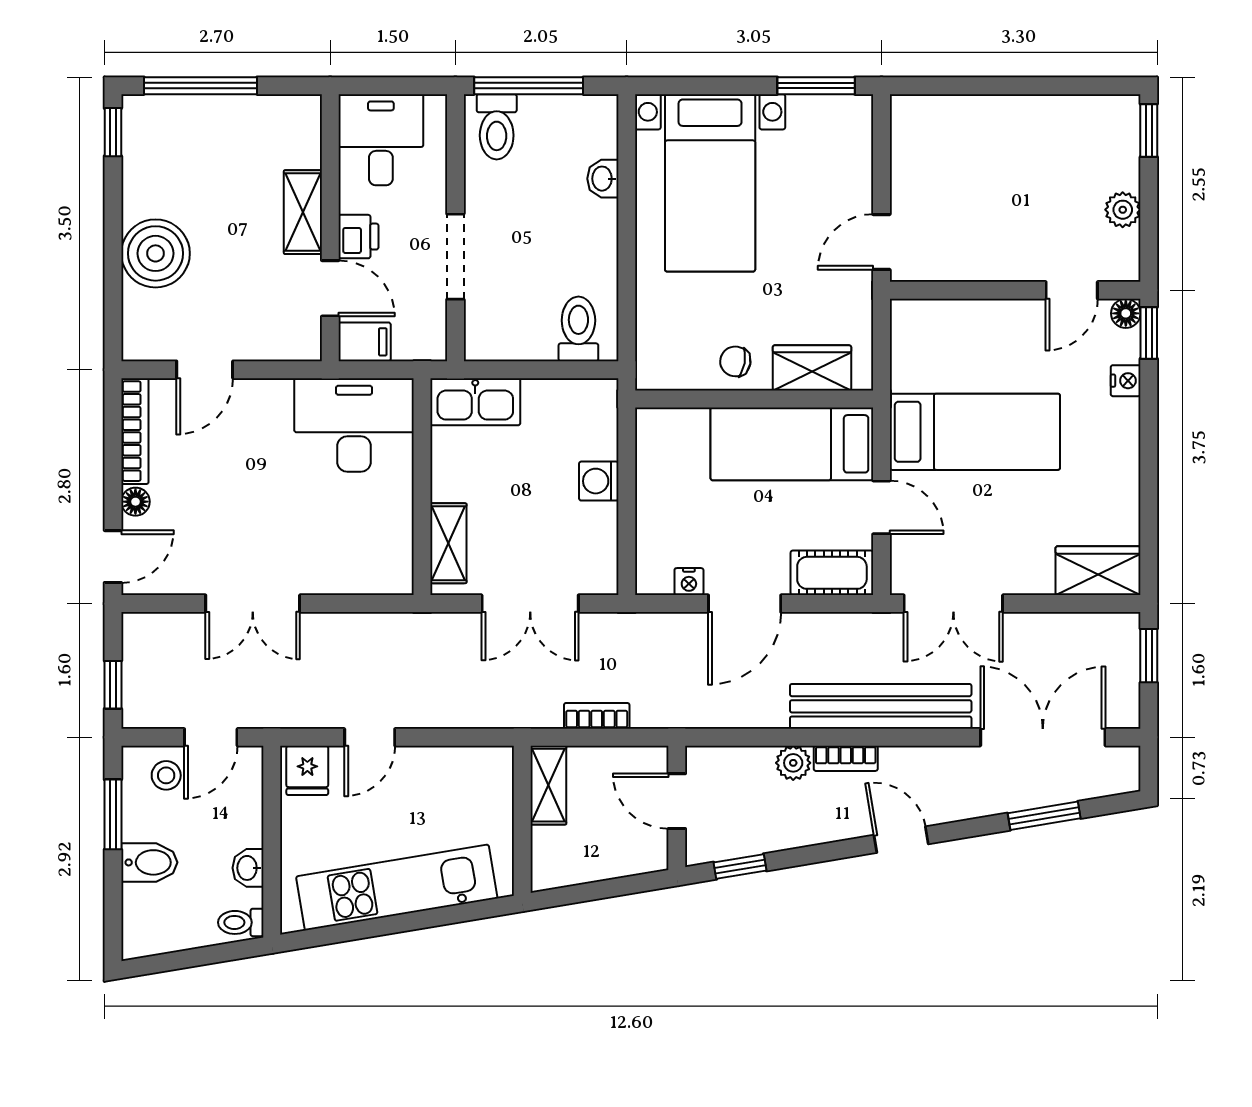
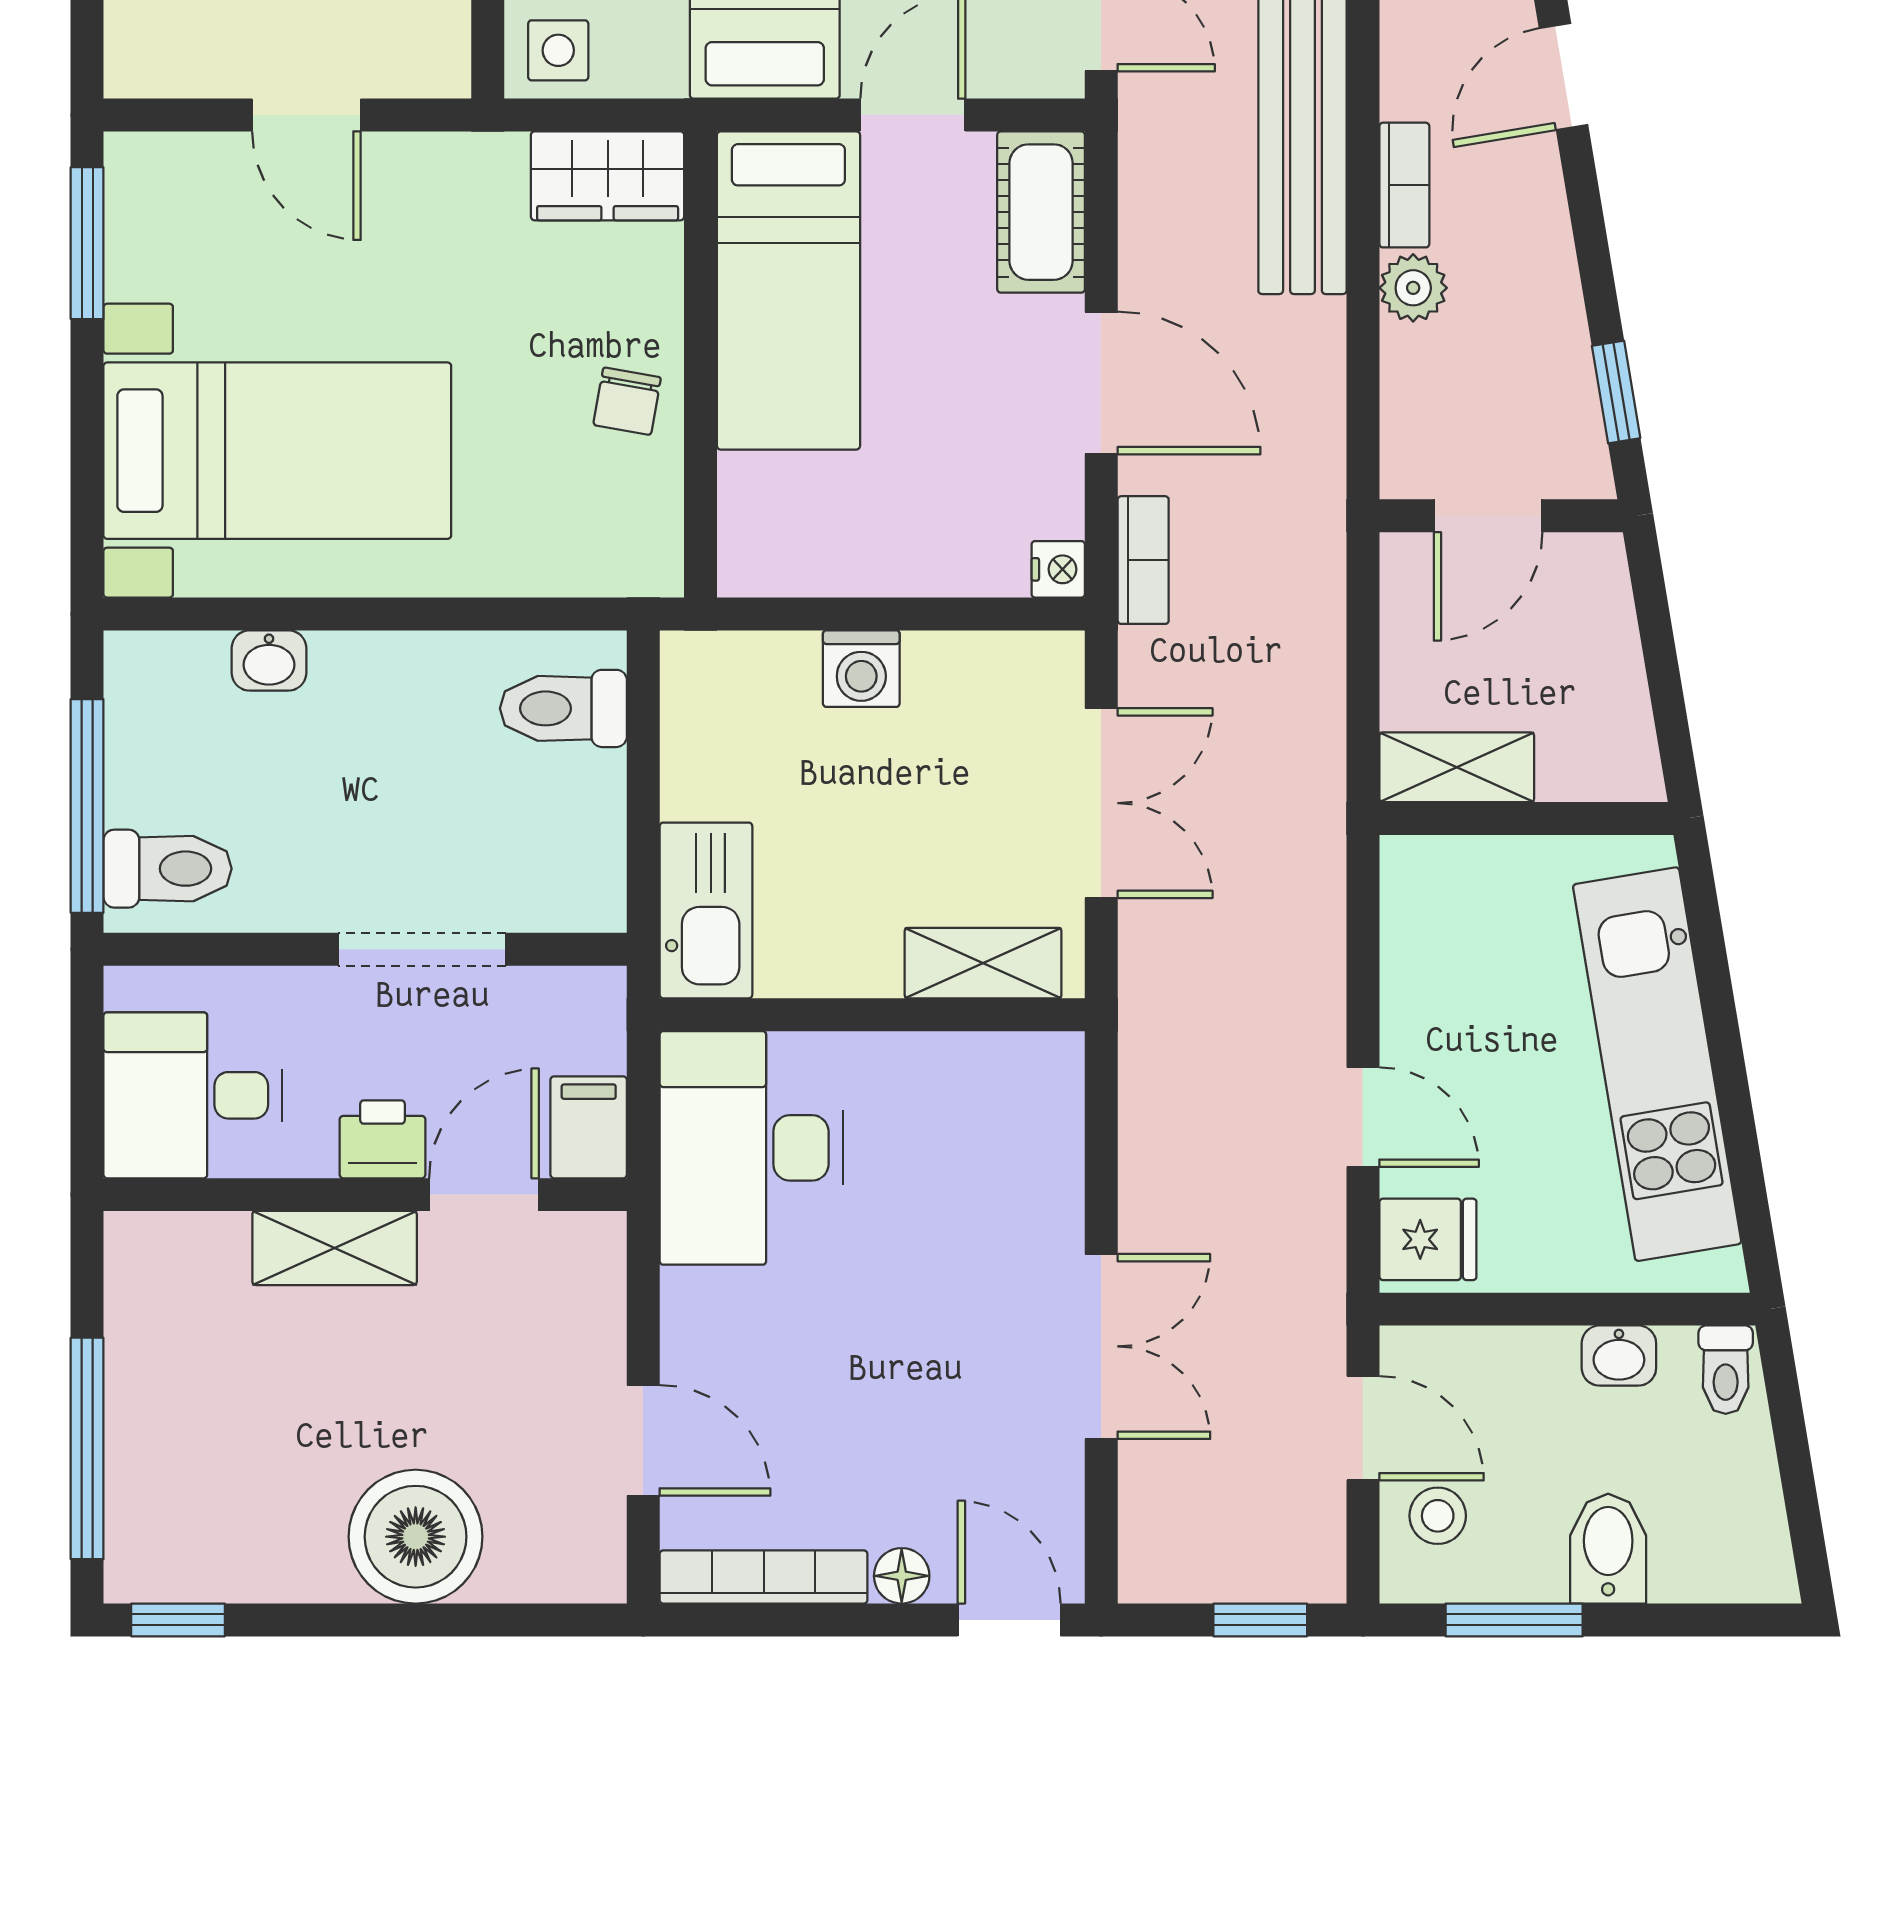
door: (881, 242) -> (306, 115), moved
side table: (914, 326) -> (558, 50), added
wardrobe: (812, 368) -> (608, 176), moved, turned -90
nightstand: (689, 582) -> (1058, 569), moved
bookcase: (597, 716) -> (1143, 560), moved, turned 180

